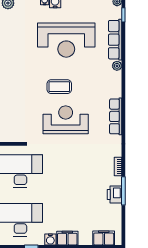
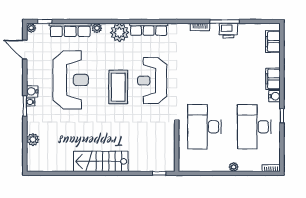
coffee table: (59, 87) -> (118, 87), width x1.36, depth x1.32
plant: (113, 88) -> (120, 32), added

